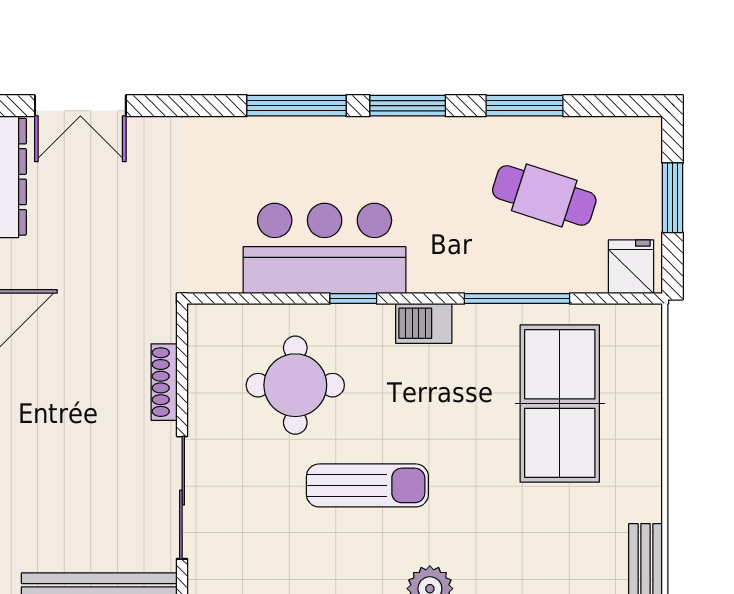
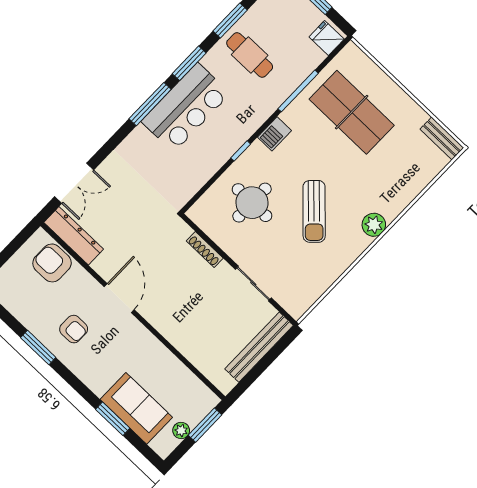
cafe table: (544, 195) -> (250, 55), moved, turned 72
bar counter: (325, 248) -> (186, 107), moved, turned 180
sun lounger: (367, 485) -> (314, 211), turned 136
sliding door: (182, 498) -> (253, 284), width x0.73

